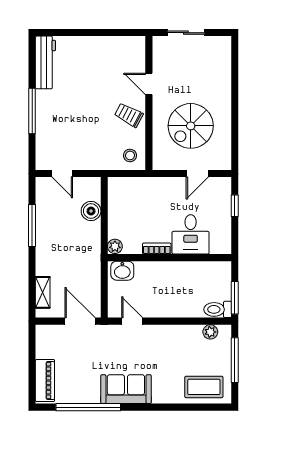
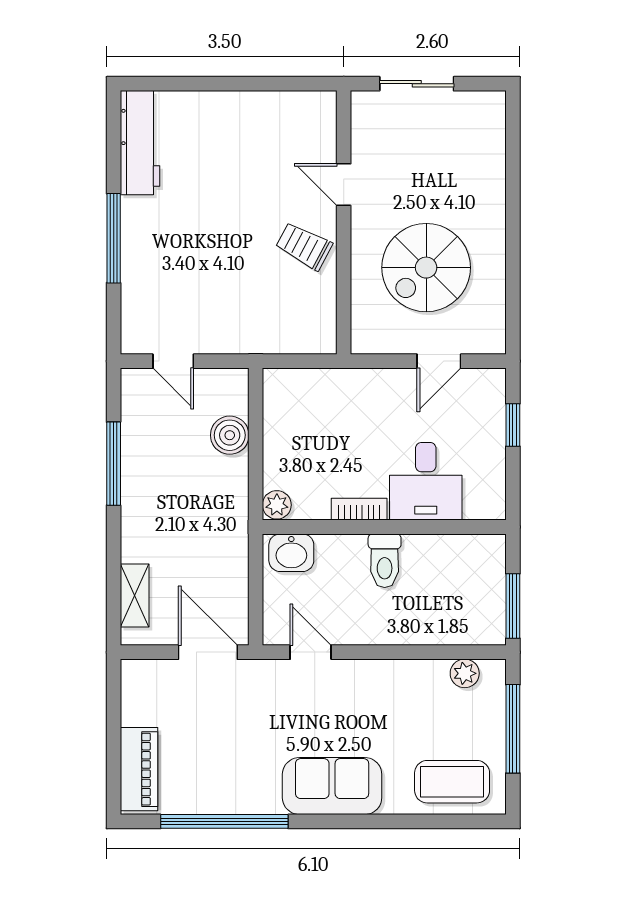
stool: (130, 155) -> (307, 326), removed
toilet: (218, 309) -> (385, 561), moved, turned -90
sofa: (126, 389) -> (332, 786), moved

